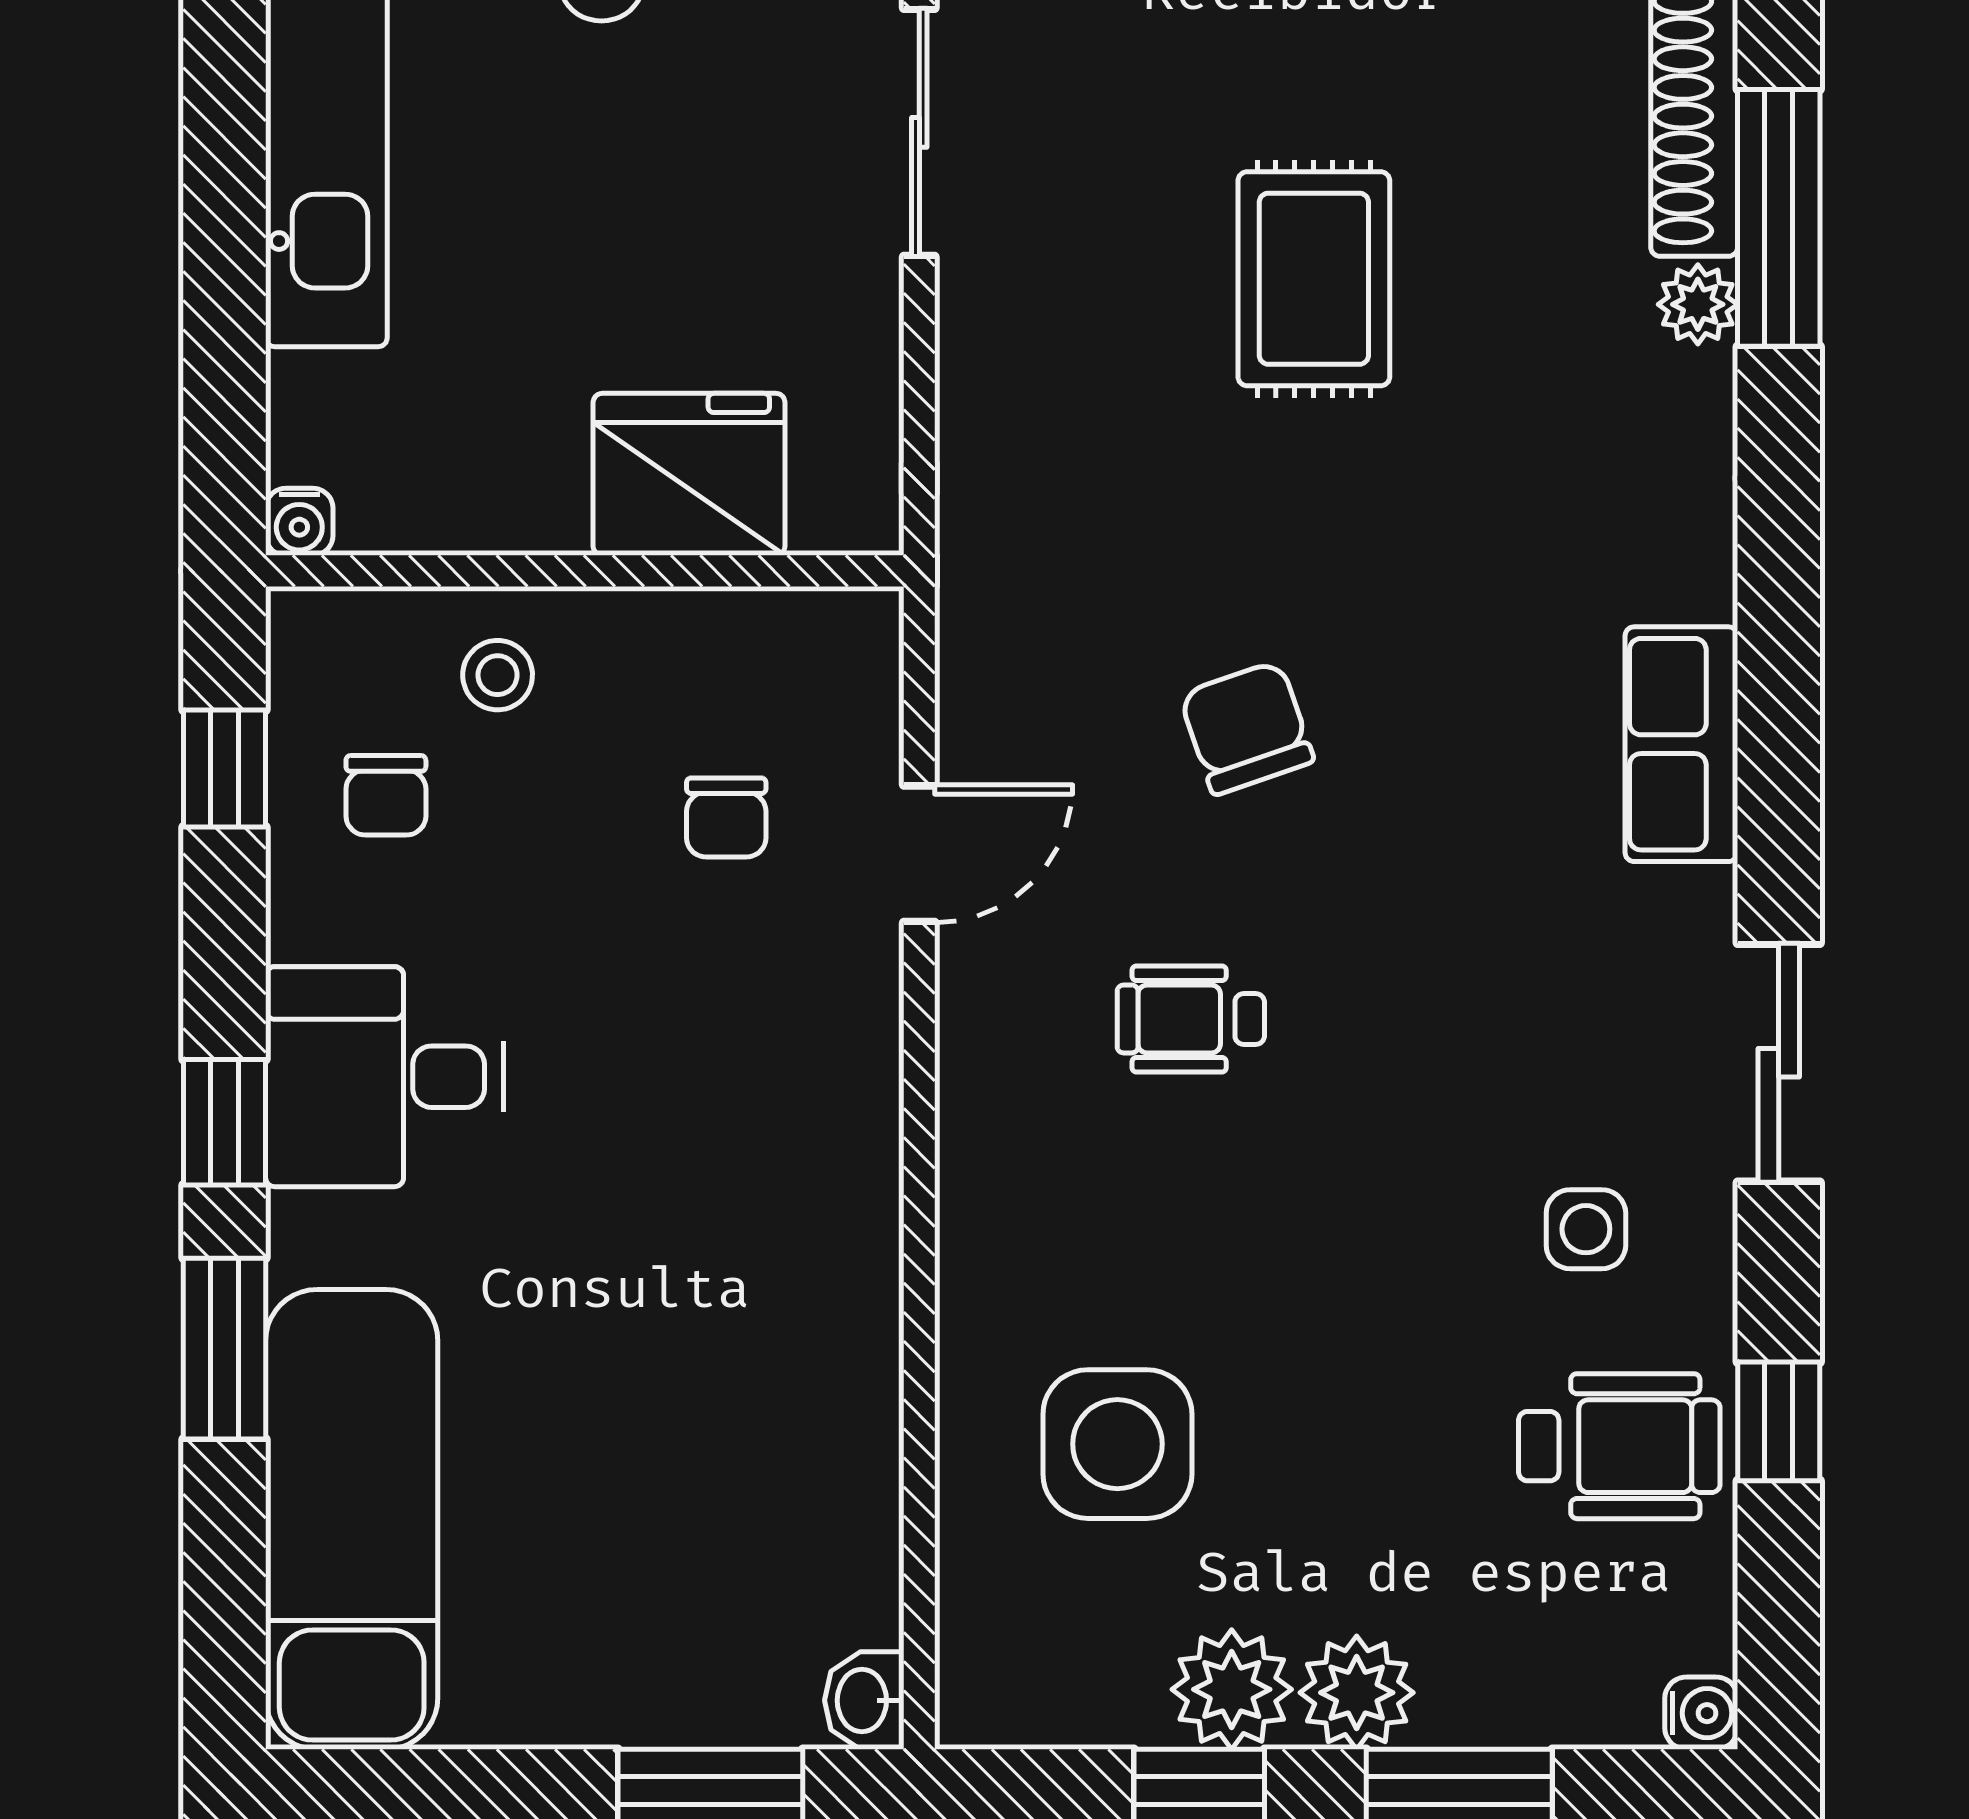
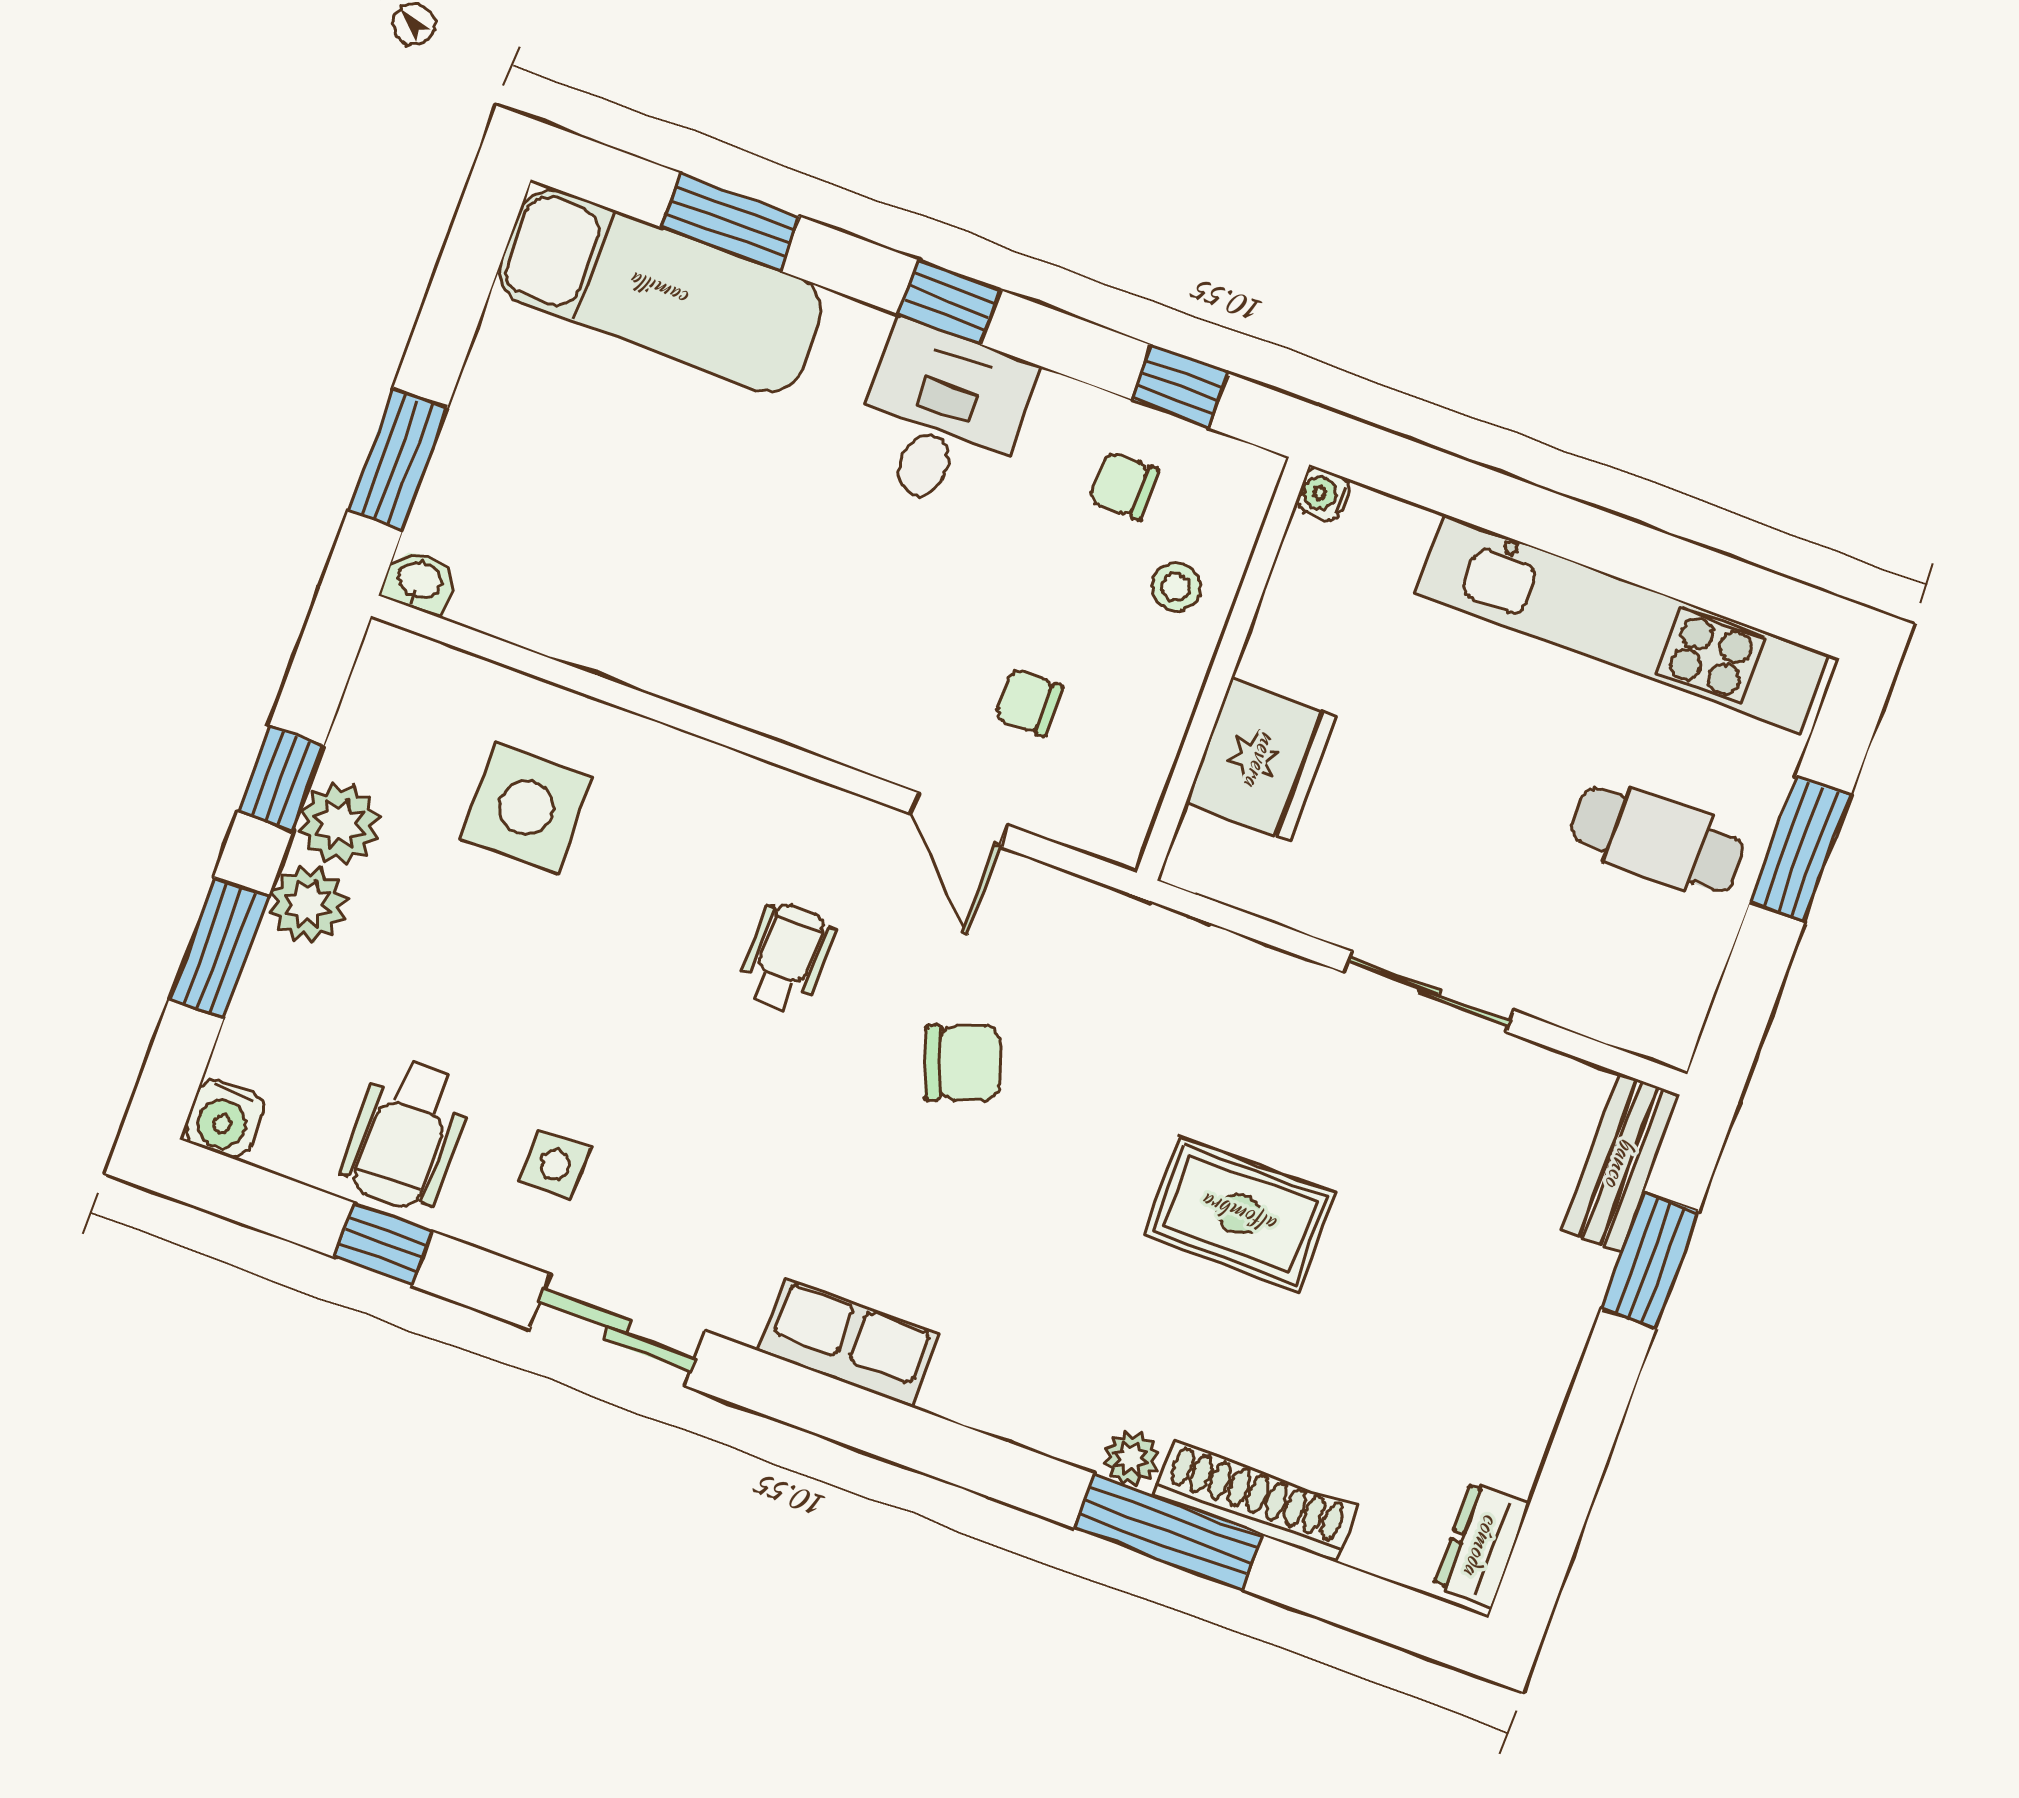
window: (225, 1349) -> (730, 222), moved
water cooler: (1701, 1713) -> (224, 1119), width x1.38, depth x1.38

